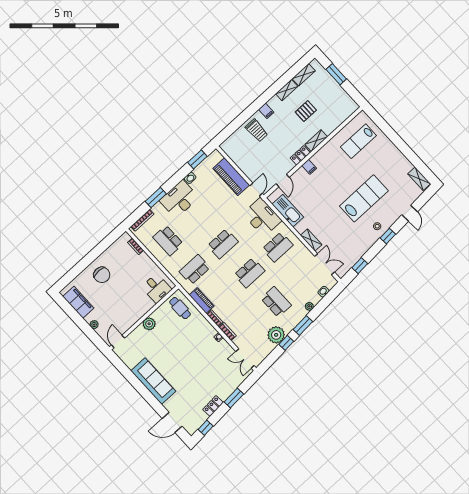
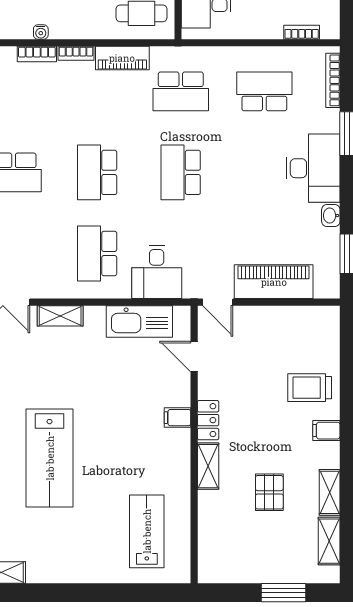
desk: (262, 217) -> (157, 272), width x0.73
school desk: (195, 270) -> (181, 91), turned 90

